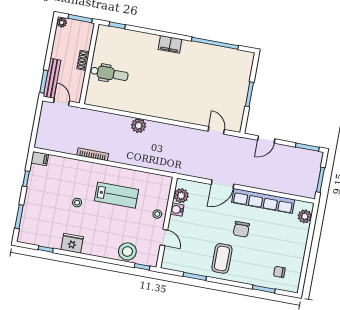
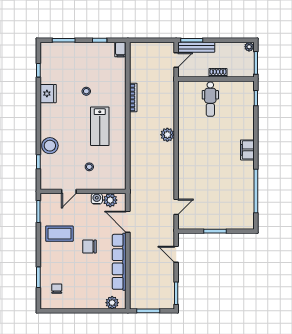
plant: (181, 196) -> (110, 200), moved
water cooler: (177, 210) -> (97, 199), moved
wall: (167, 223) -> (83, 191), moved
door: (164, 237) -> (69, 191), moved

